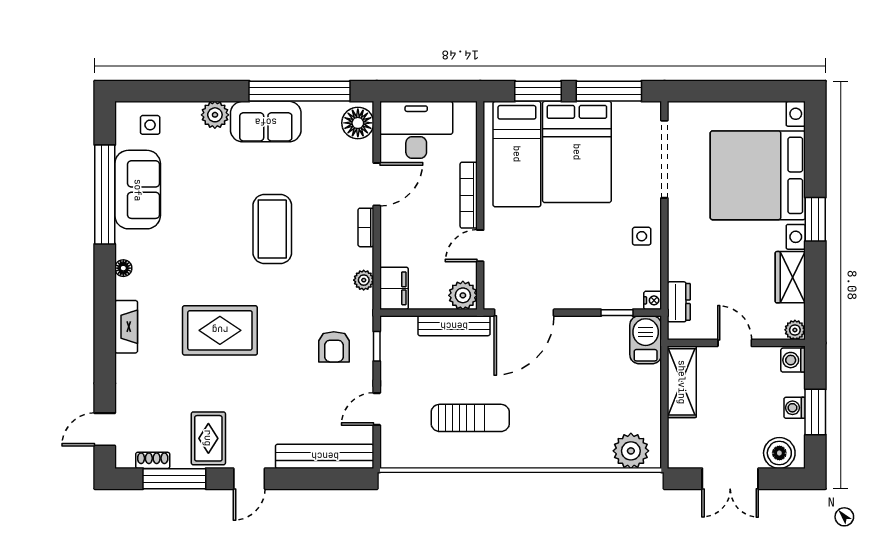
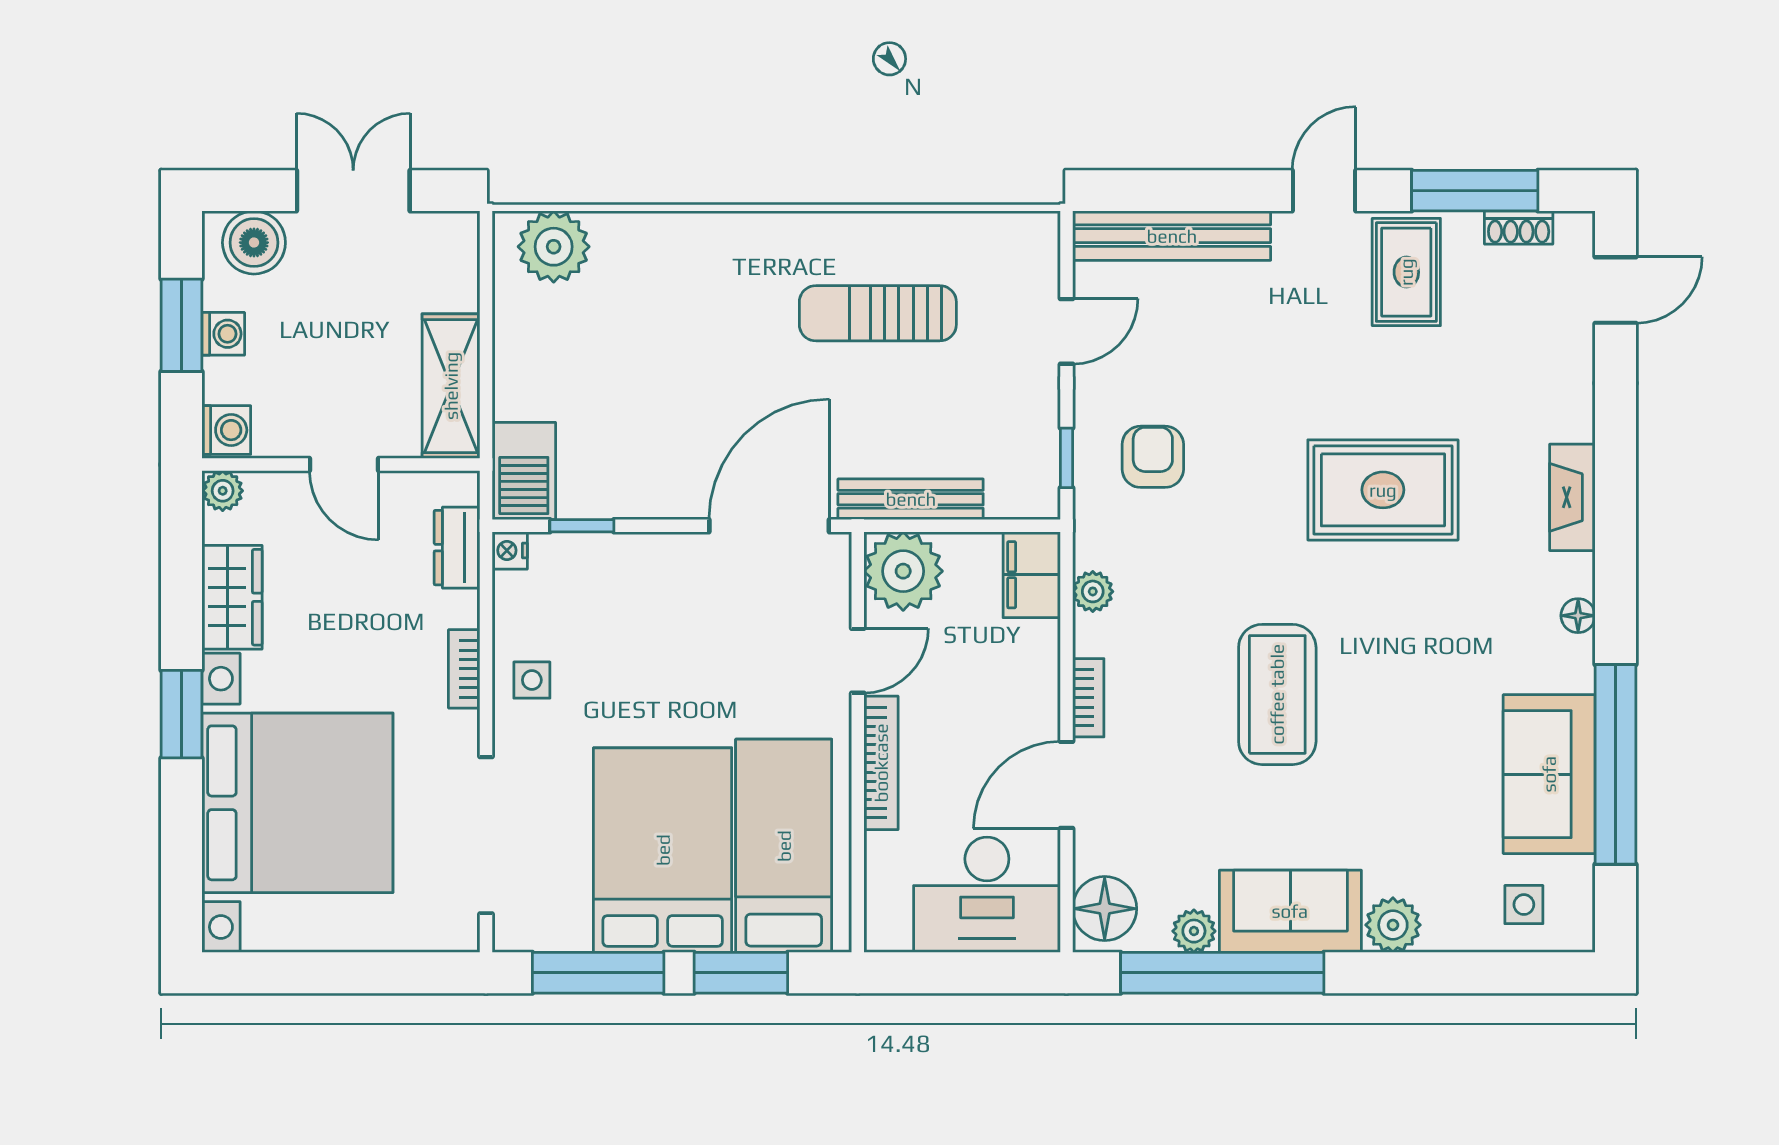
plant: (314, 112) -> (1194, 931), added
bookcase: (675, 242) -> (464, 669), added
plant: (463, 295) -> (903, 571), width x1.36, depth x1.36

